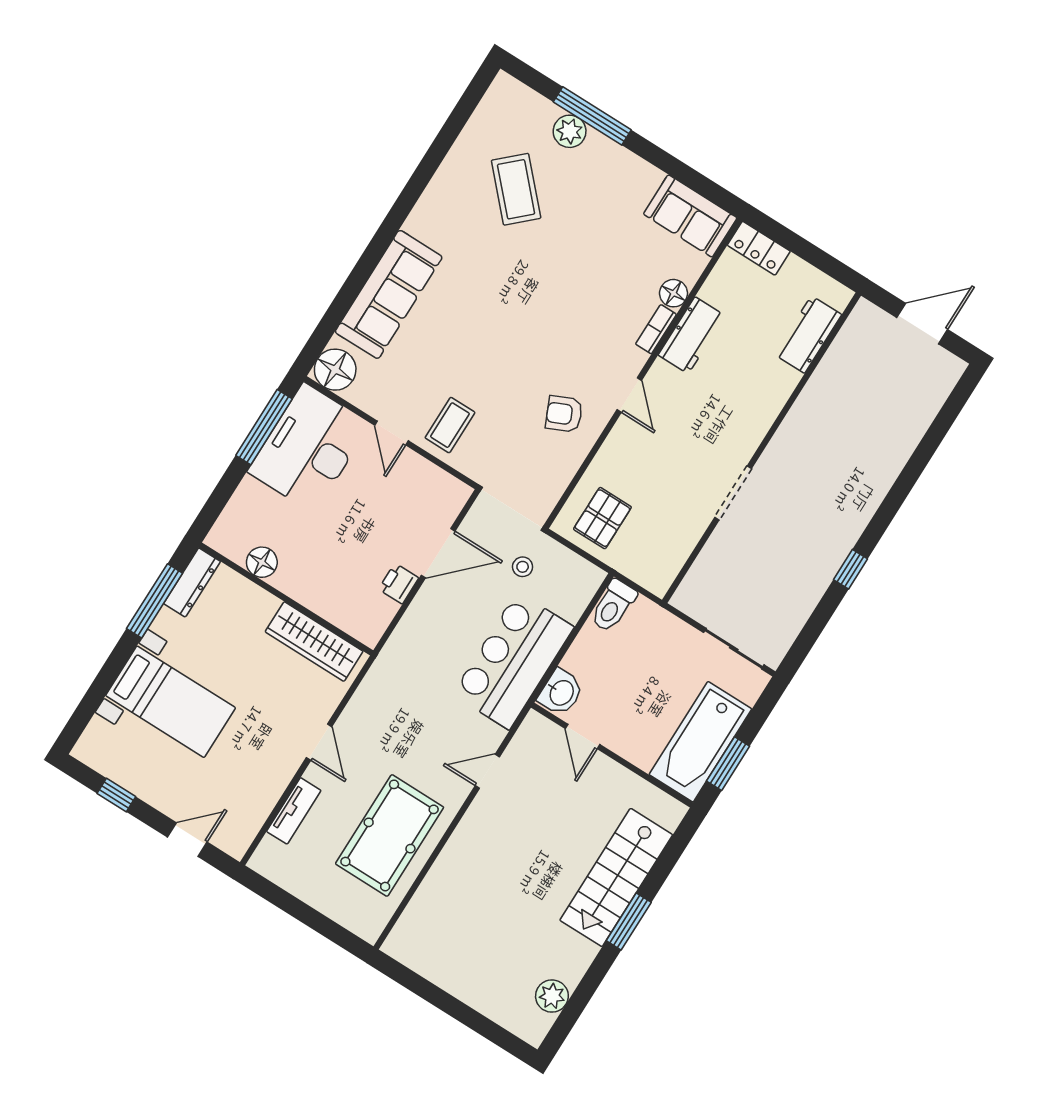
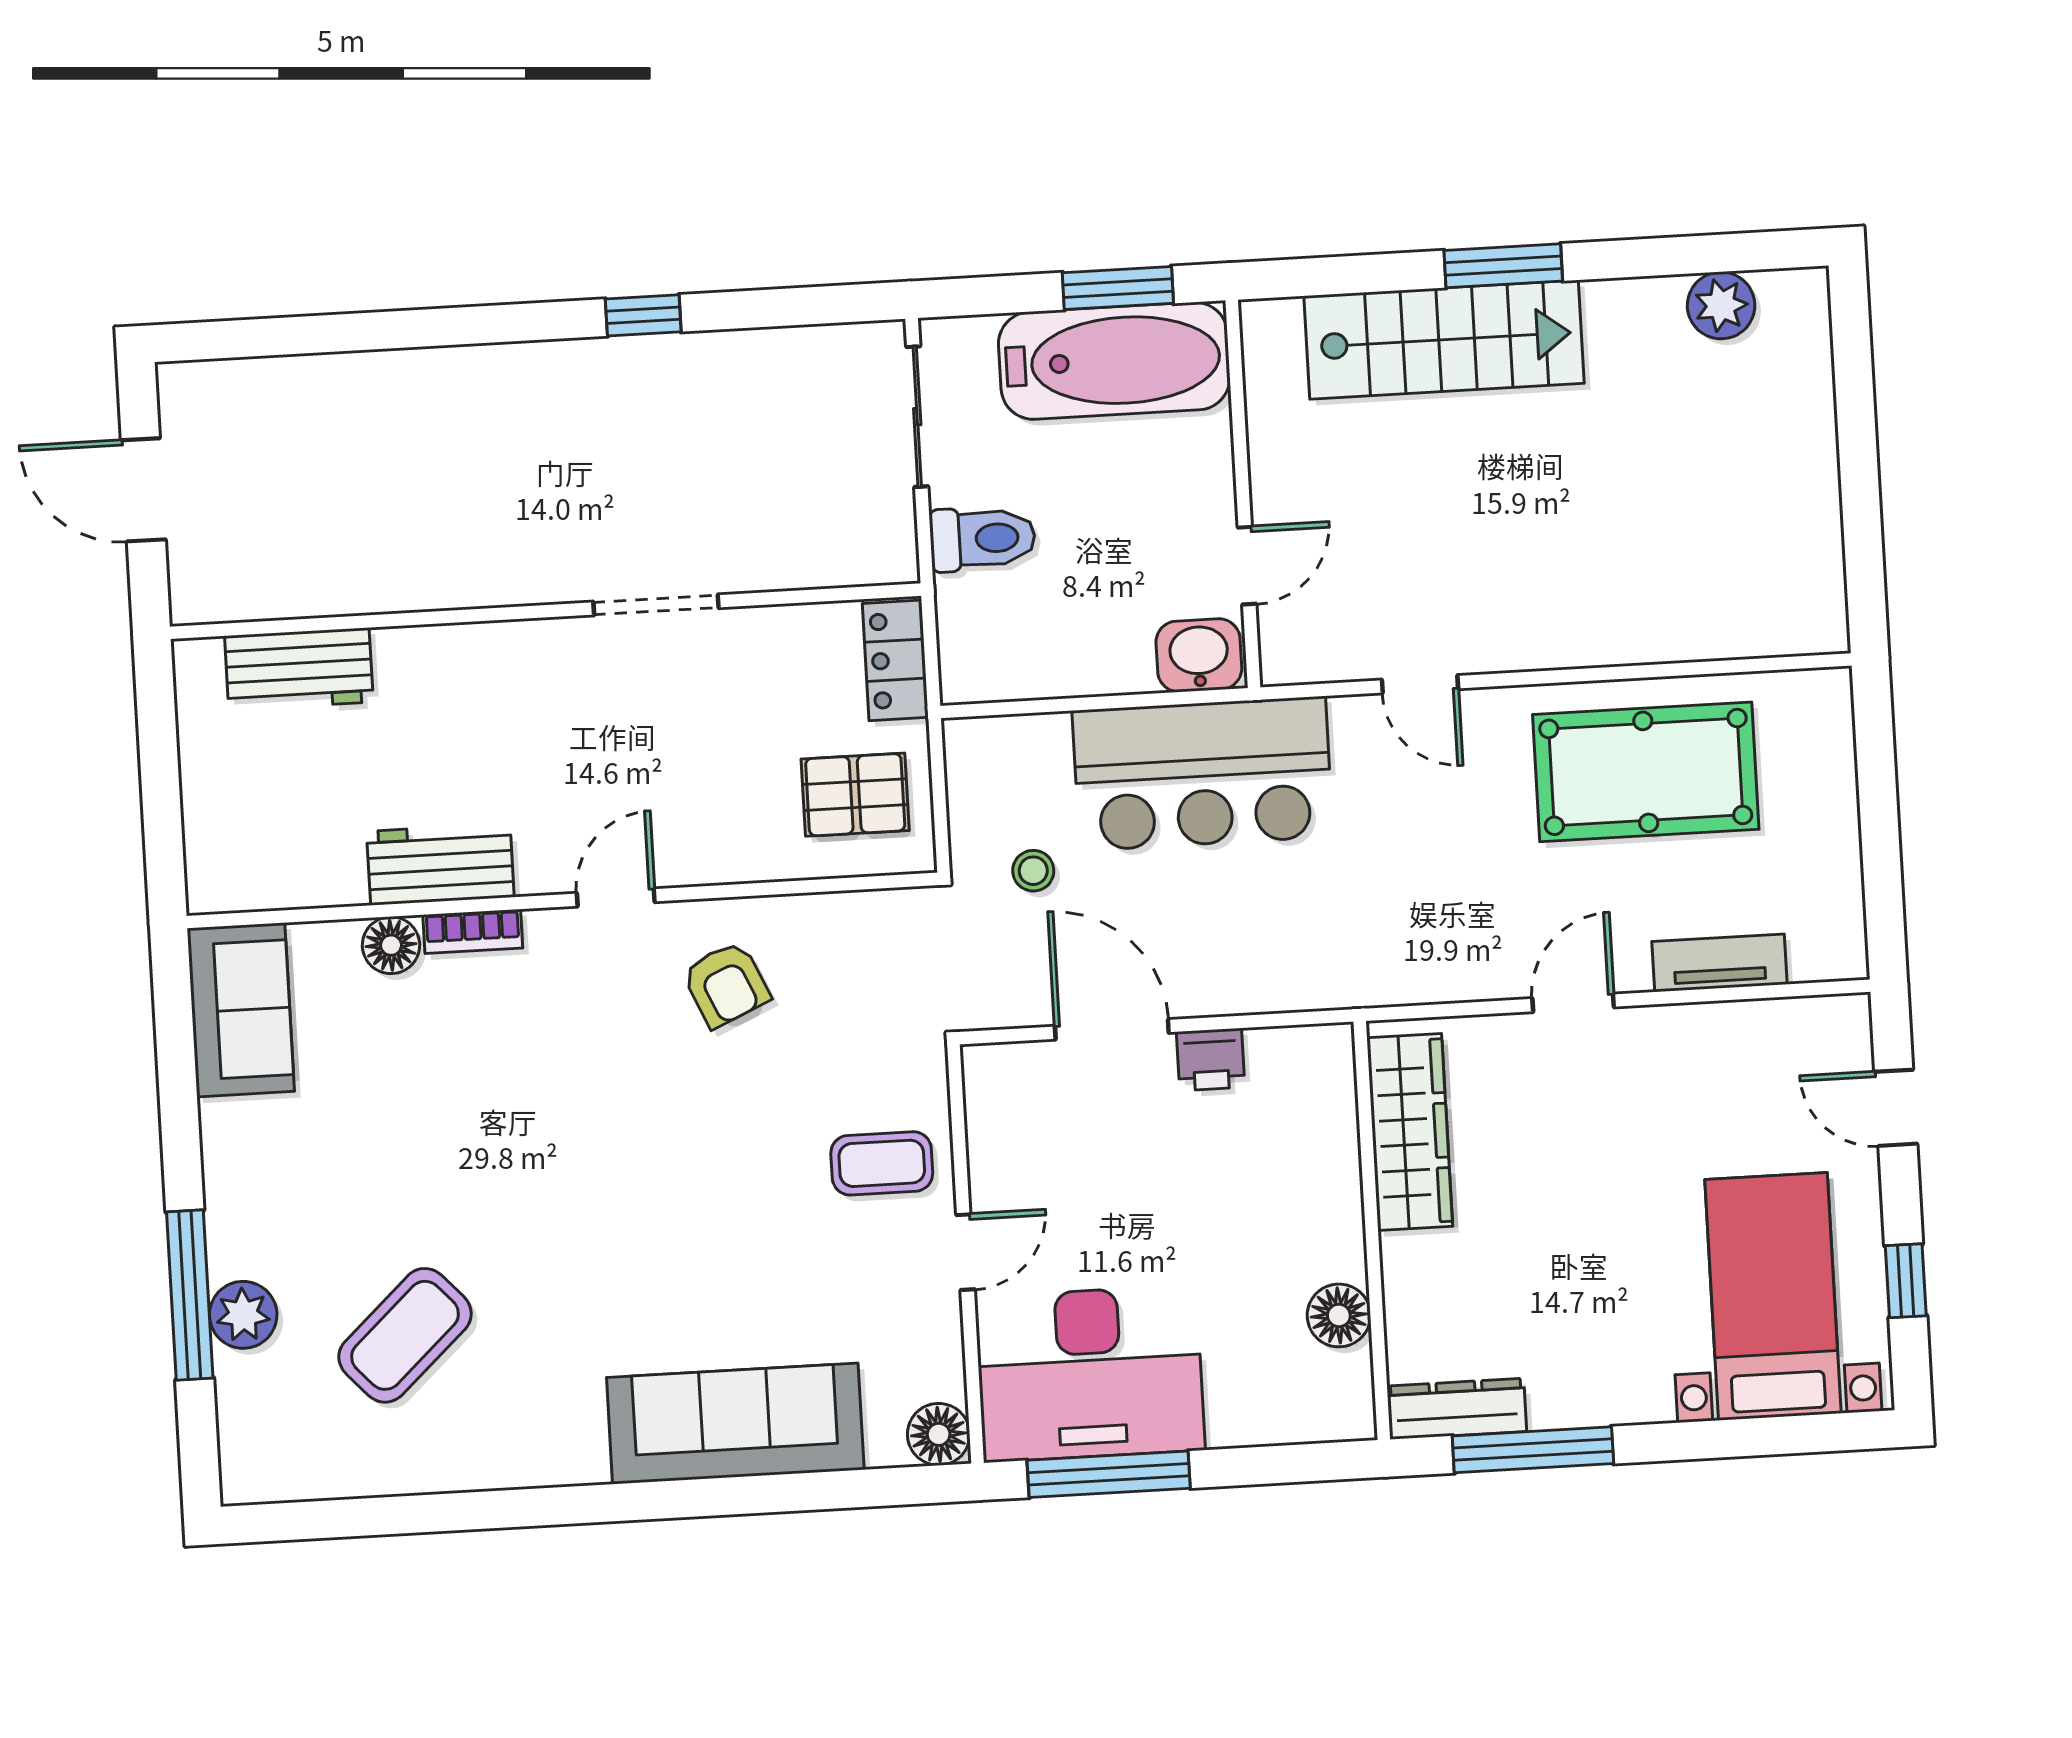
locker: (759, 248) -> (895, 660), moved, turned 180
floor lamp: (335, 370) -> (939, 1434), width x0.73, depth x0.73
toilet: (613, 606) -> (983, 539), moved
bed with nightstands: (171, 702) -> (1773, 1296), moved

